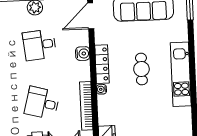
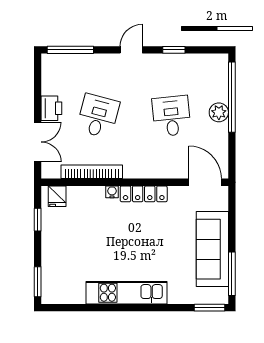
water cooler: (83, 54) -> (158, 170), removed
cafe table: (141, 69) -> (135, 243), removed

